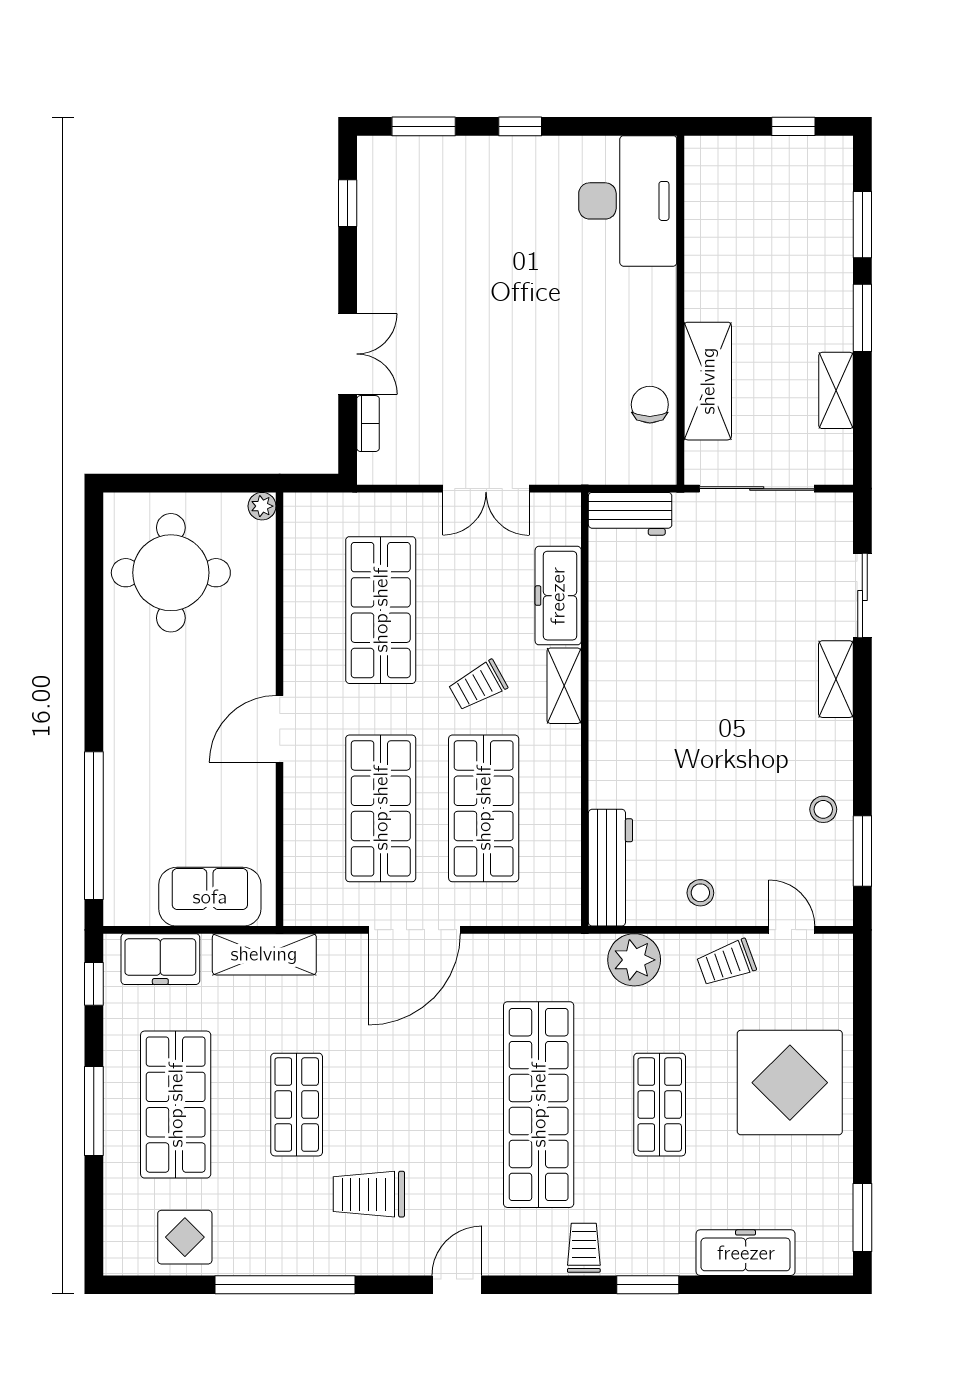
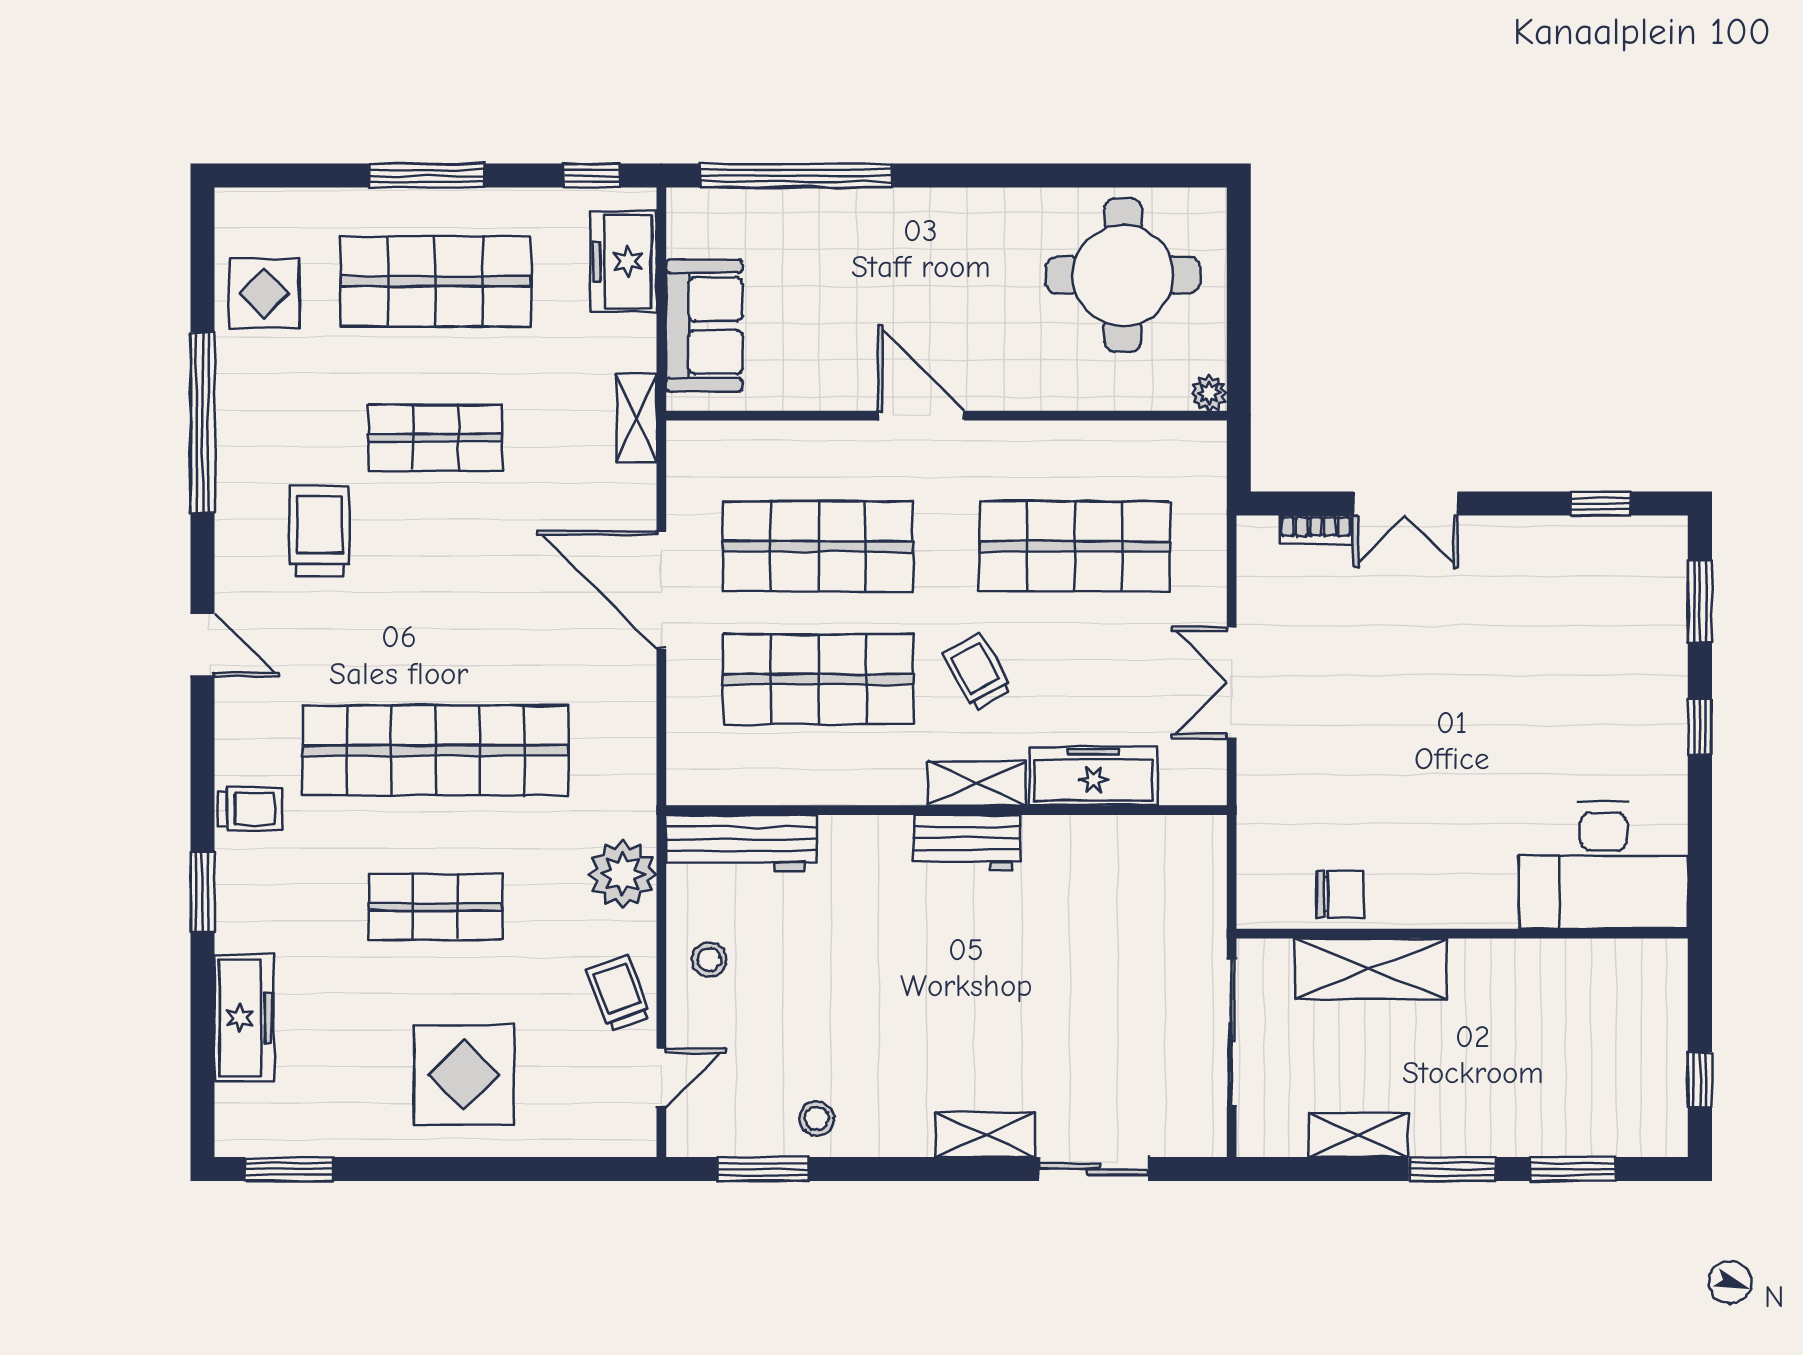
workbench: (630, 514) -> (967, 843), moved, turned -90
shelving: (264, 954) -> (636, 418), width x0.67, depth x0.75
display table: (790, 1083) -> (464, 1075), width x0.73, depth x0.73

